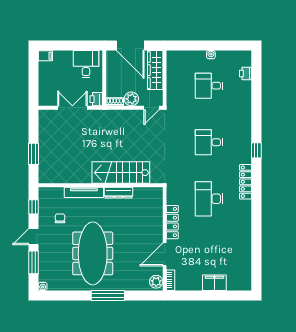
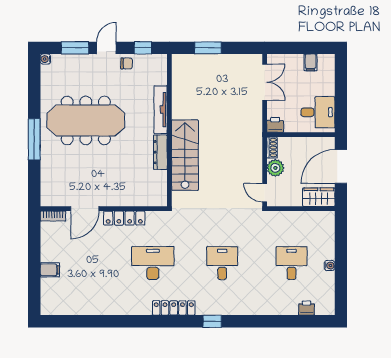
filing cabinet: (45, 56) -> (311, 62), moved
wardrobe: (155, 70) -> (319, 197), width x0.67
double door: (72, 108) -> (265, 82), moved
chair: (60, 218) -> (127, 63), moved
door: (33, 237) -> (106, 48), hinge flipped
door: (165, 254) -> (85, 209), swing flipped
plant: (156, 282) -> (51, 198), removed
filing cabinet: (214, 283) -> (50, 270), width x0.50

